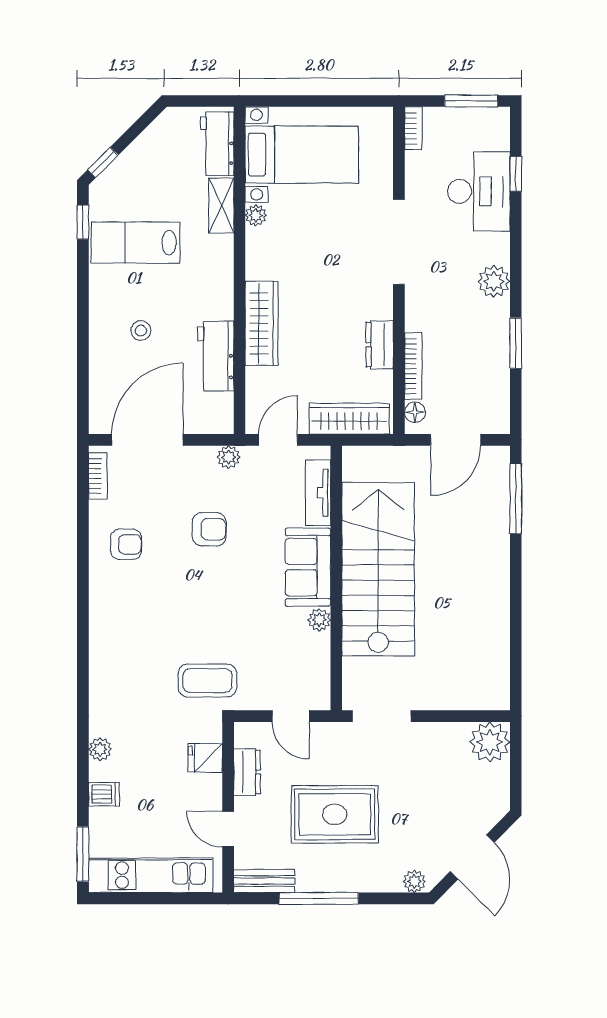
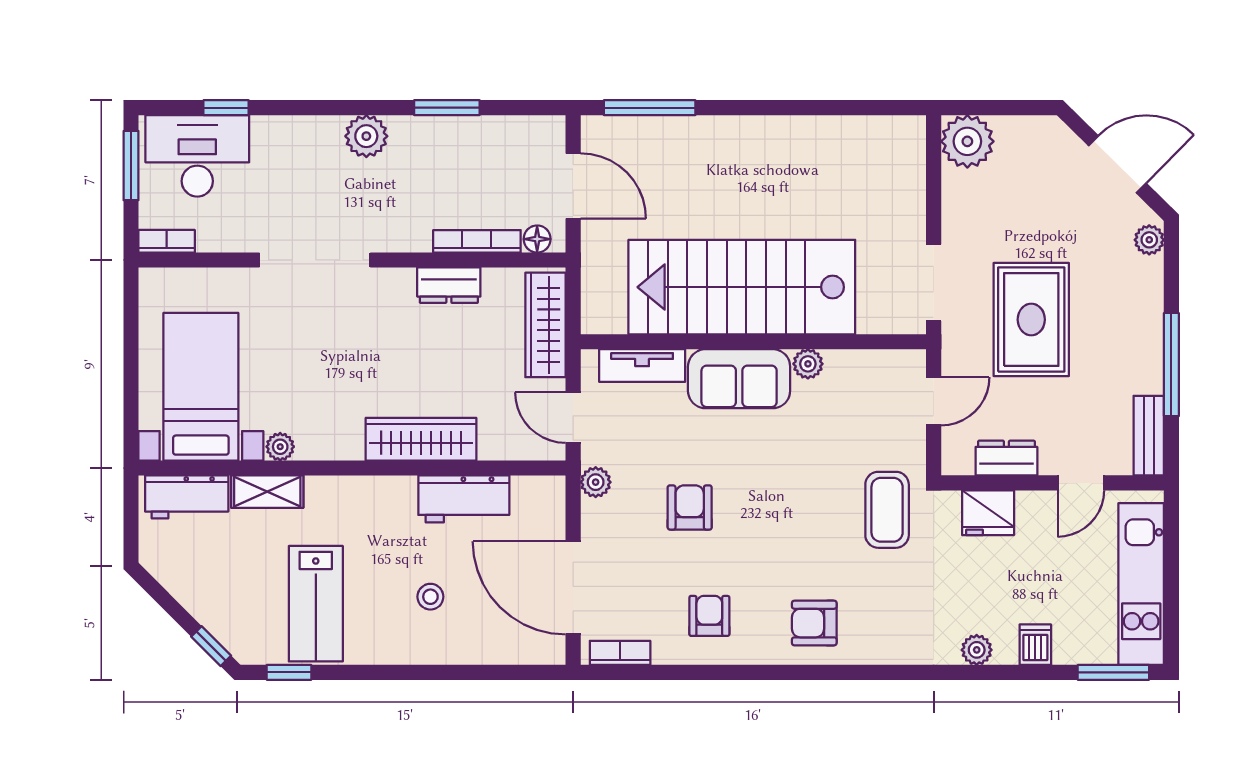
desk: (479, 191) -> (197, 156), moved
armchair: (121, 625) -> (814, 623), added
fridge: (205, 758) -> (988, 513), width x1.38
rug: (335, 814) -> (1031, 320), moved

